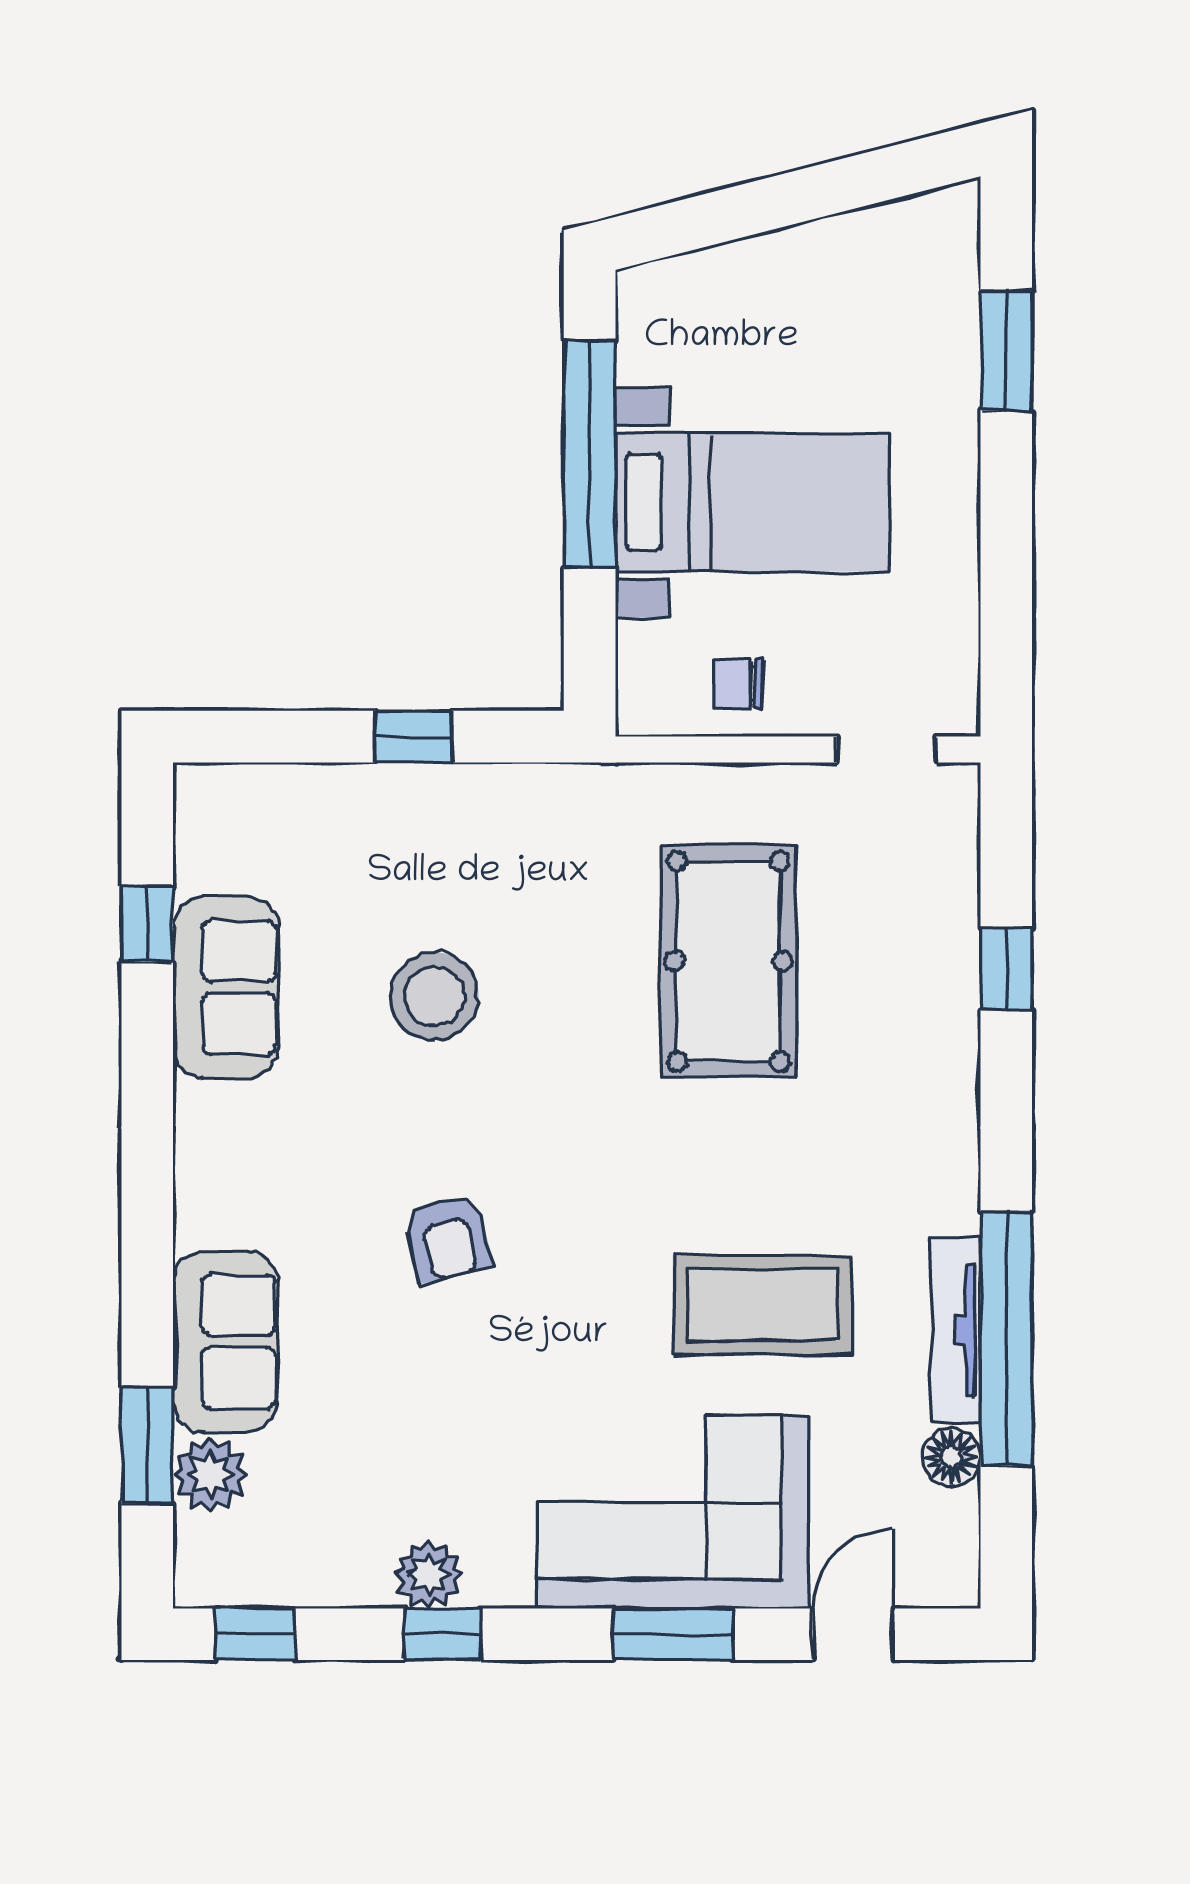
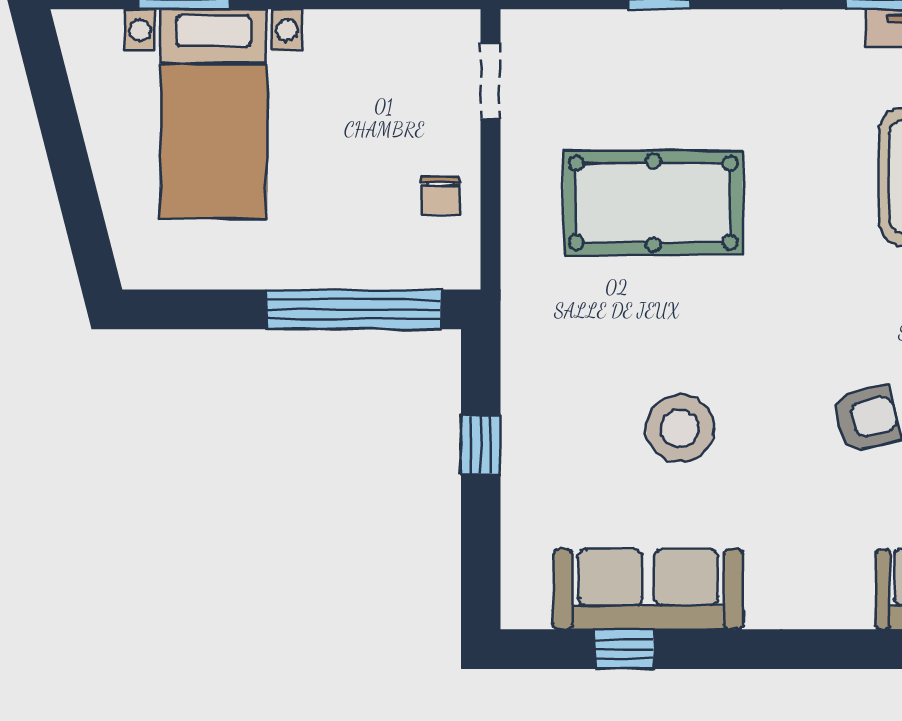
window: (590, 454) -> (354, 309), moved
bed with nightstands: (752, 502) -> (213, 114), moved, turned 180
sofa: (225, 987) -> (648, 589), width x1.36

